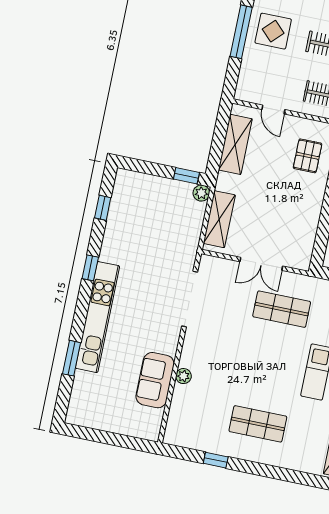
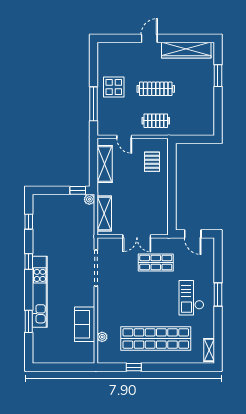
window: (241, 32) -> (93, 104), moved
plant: (184, 376) -> (102, 337), moved
shop shelf: (258, 424) -> (156, 339), width x2.00, depth x1.36

